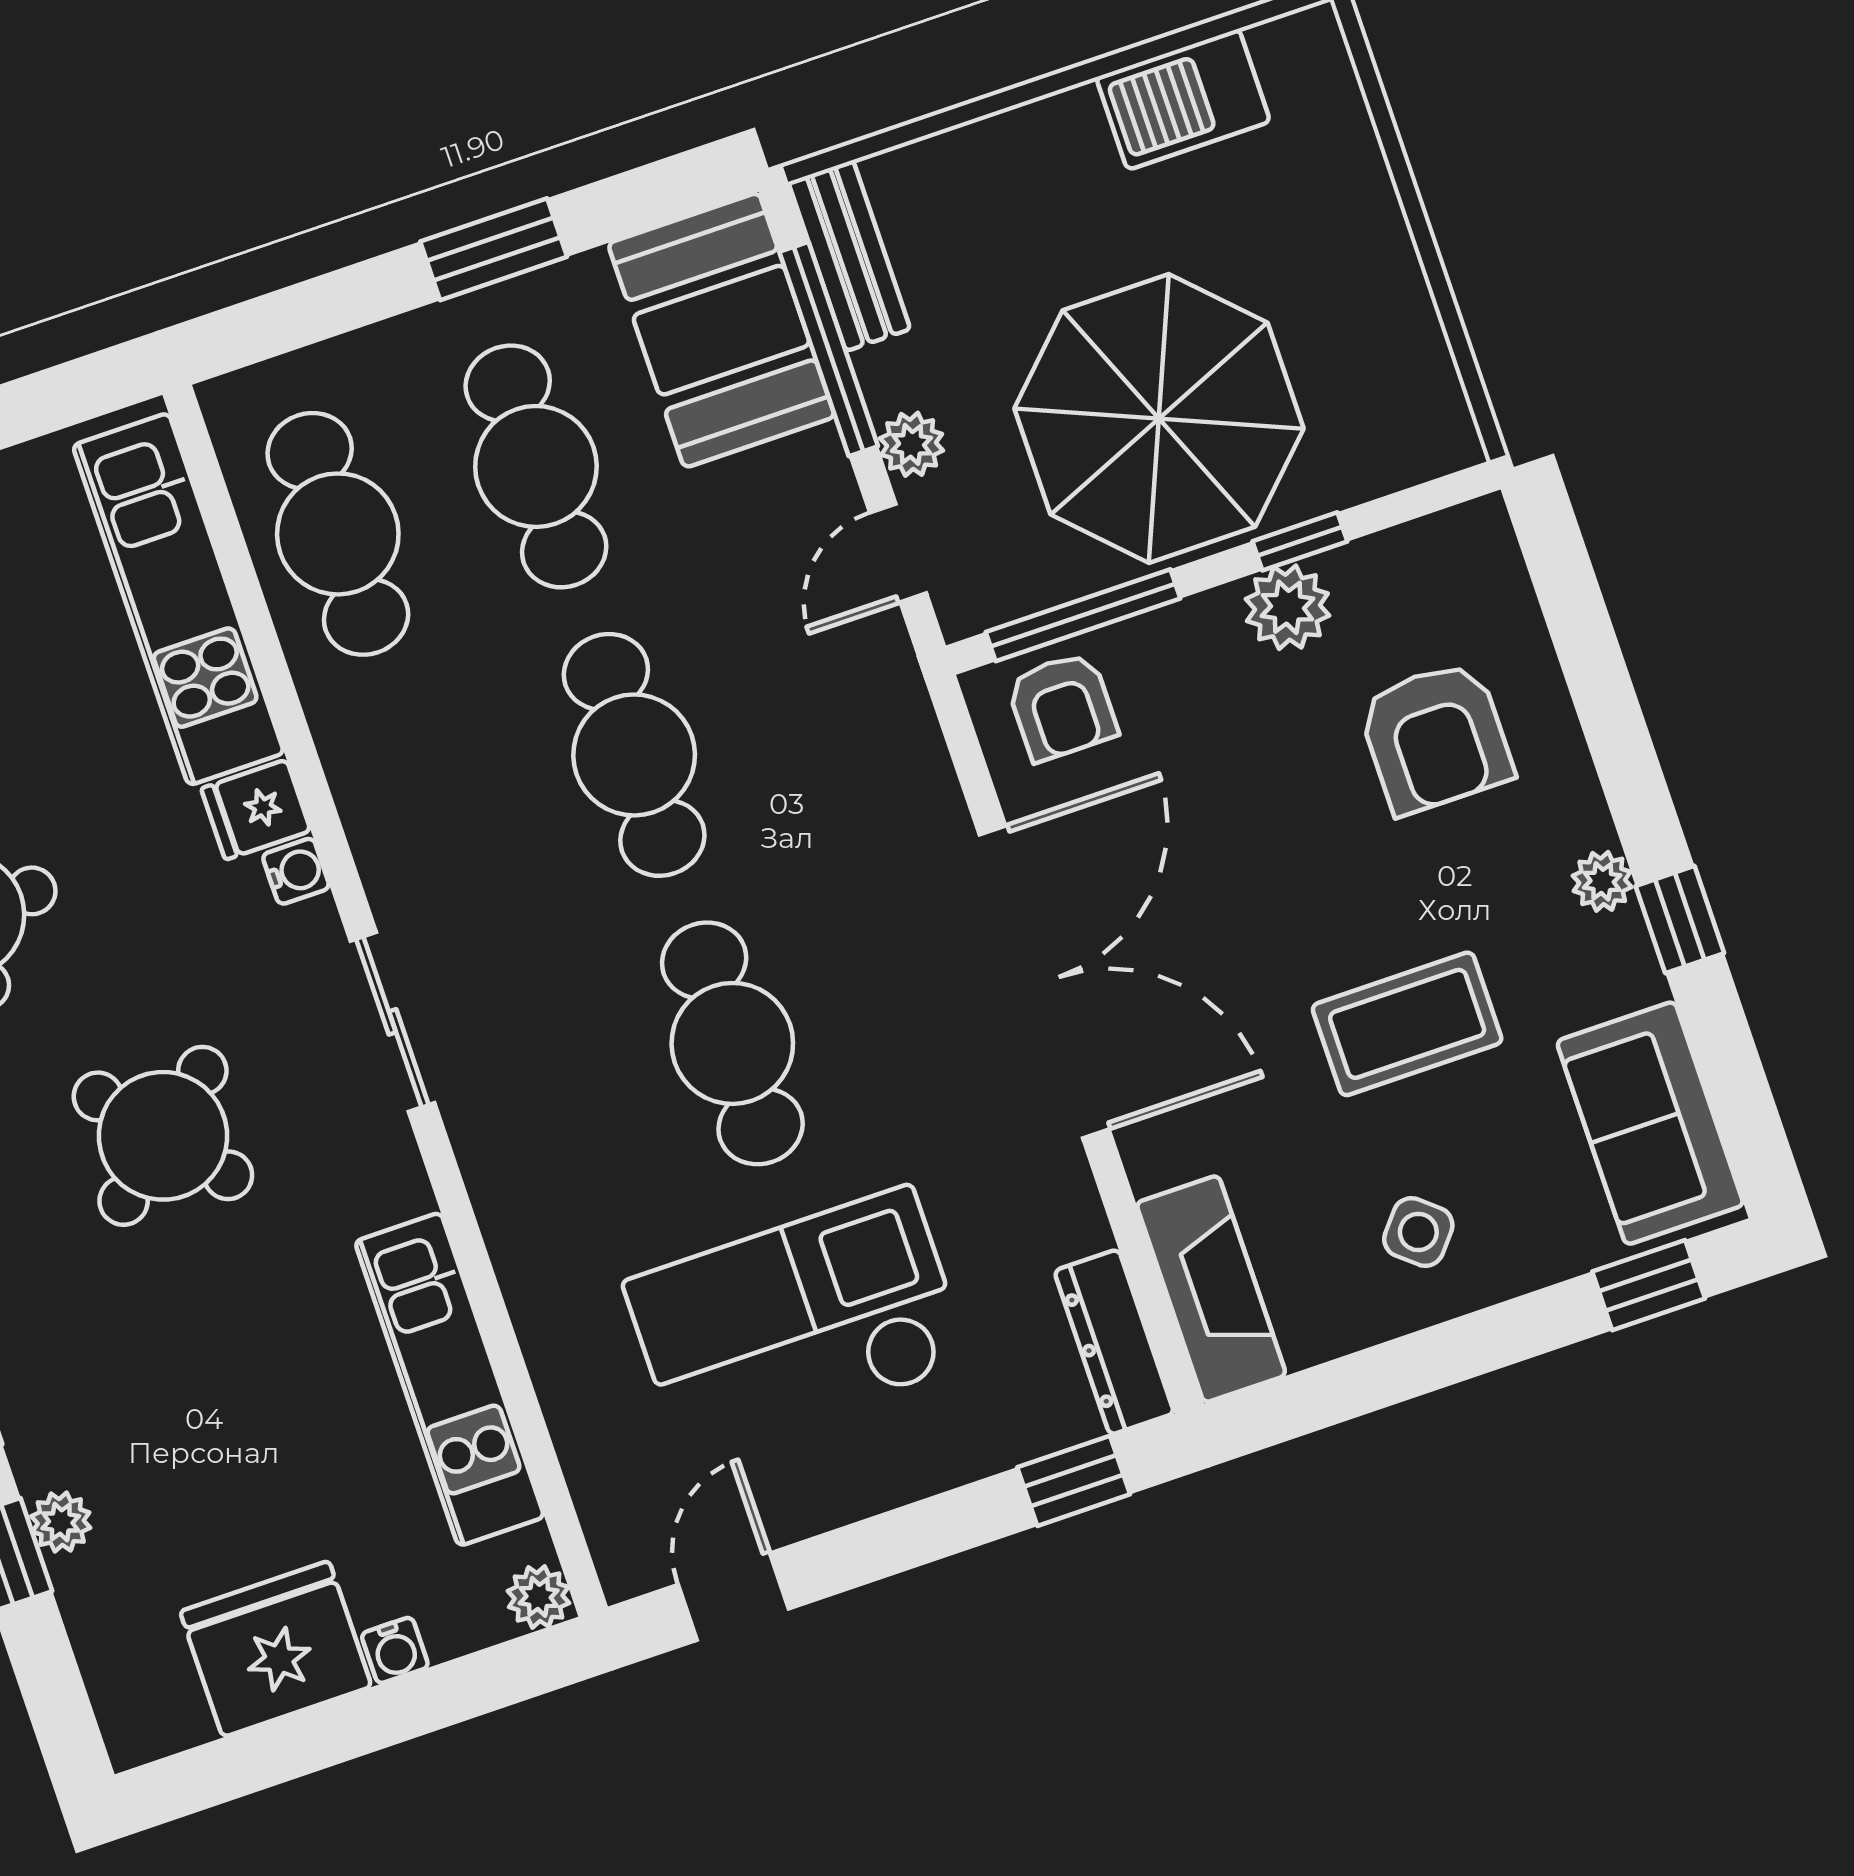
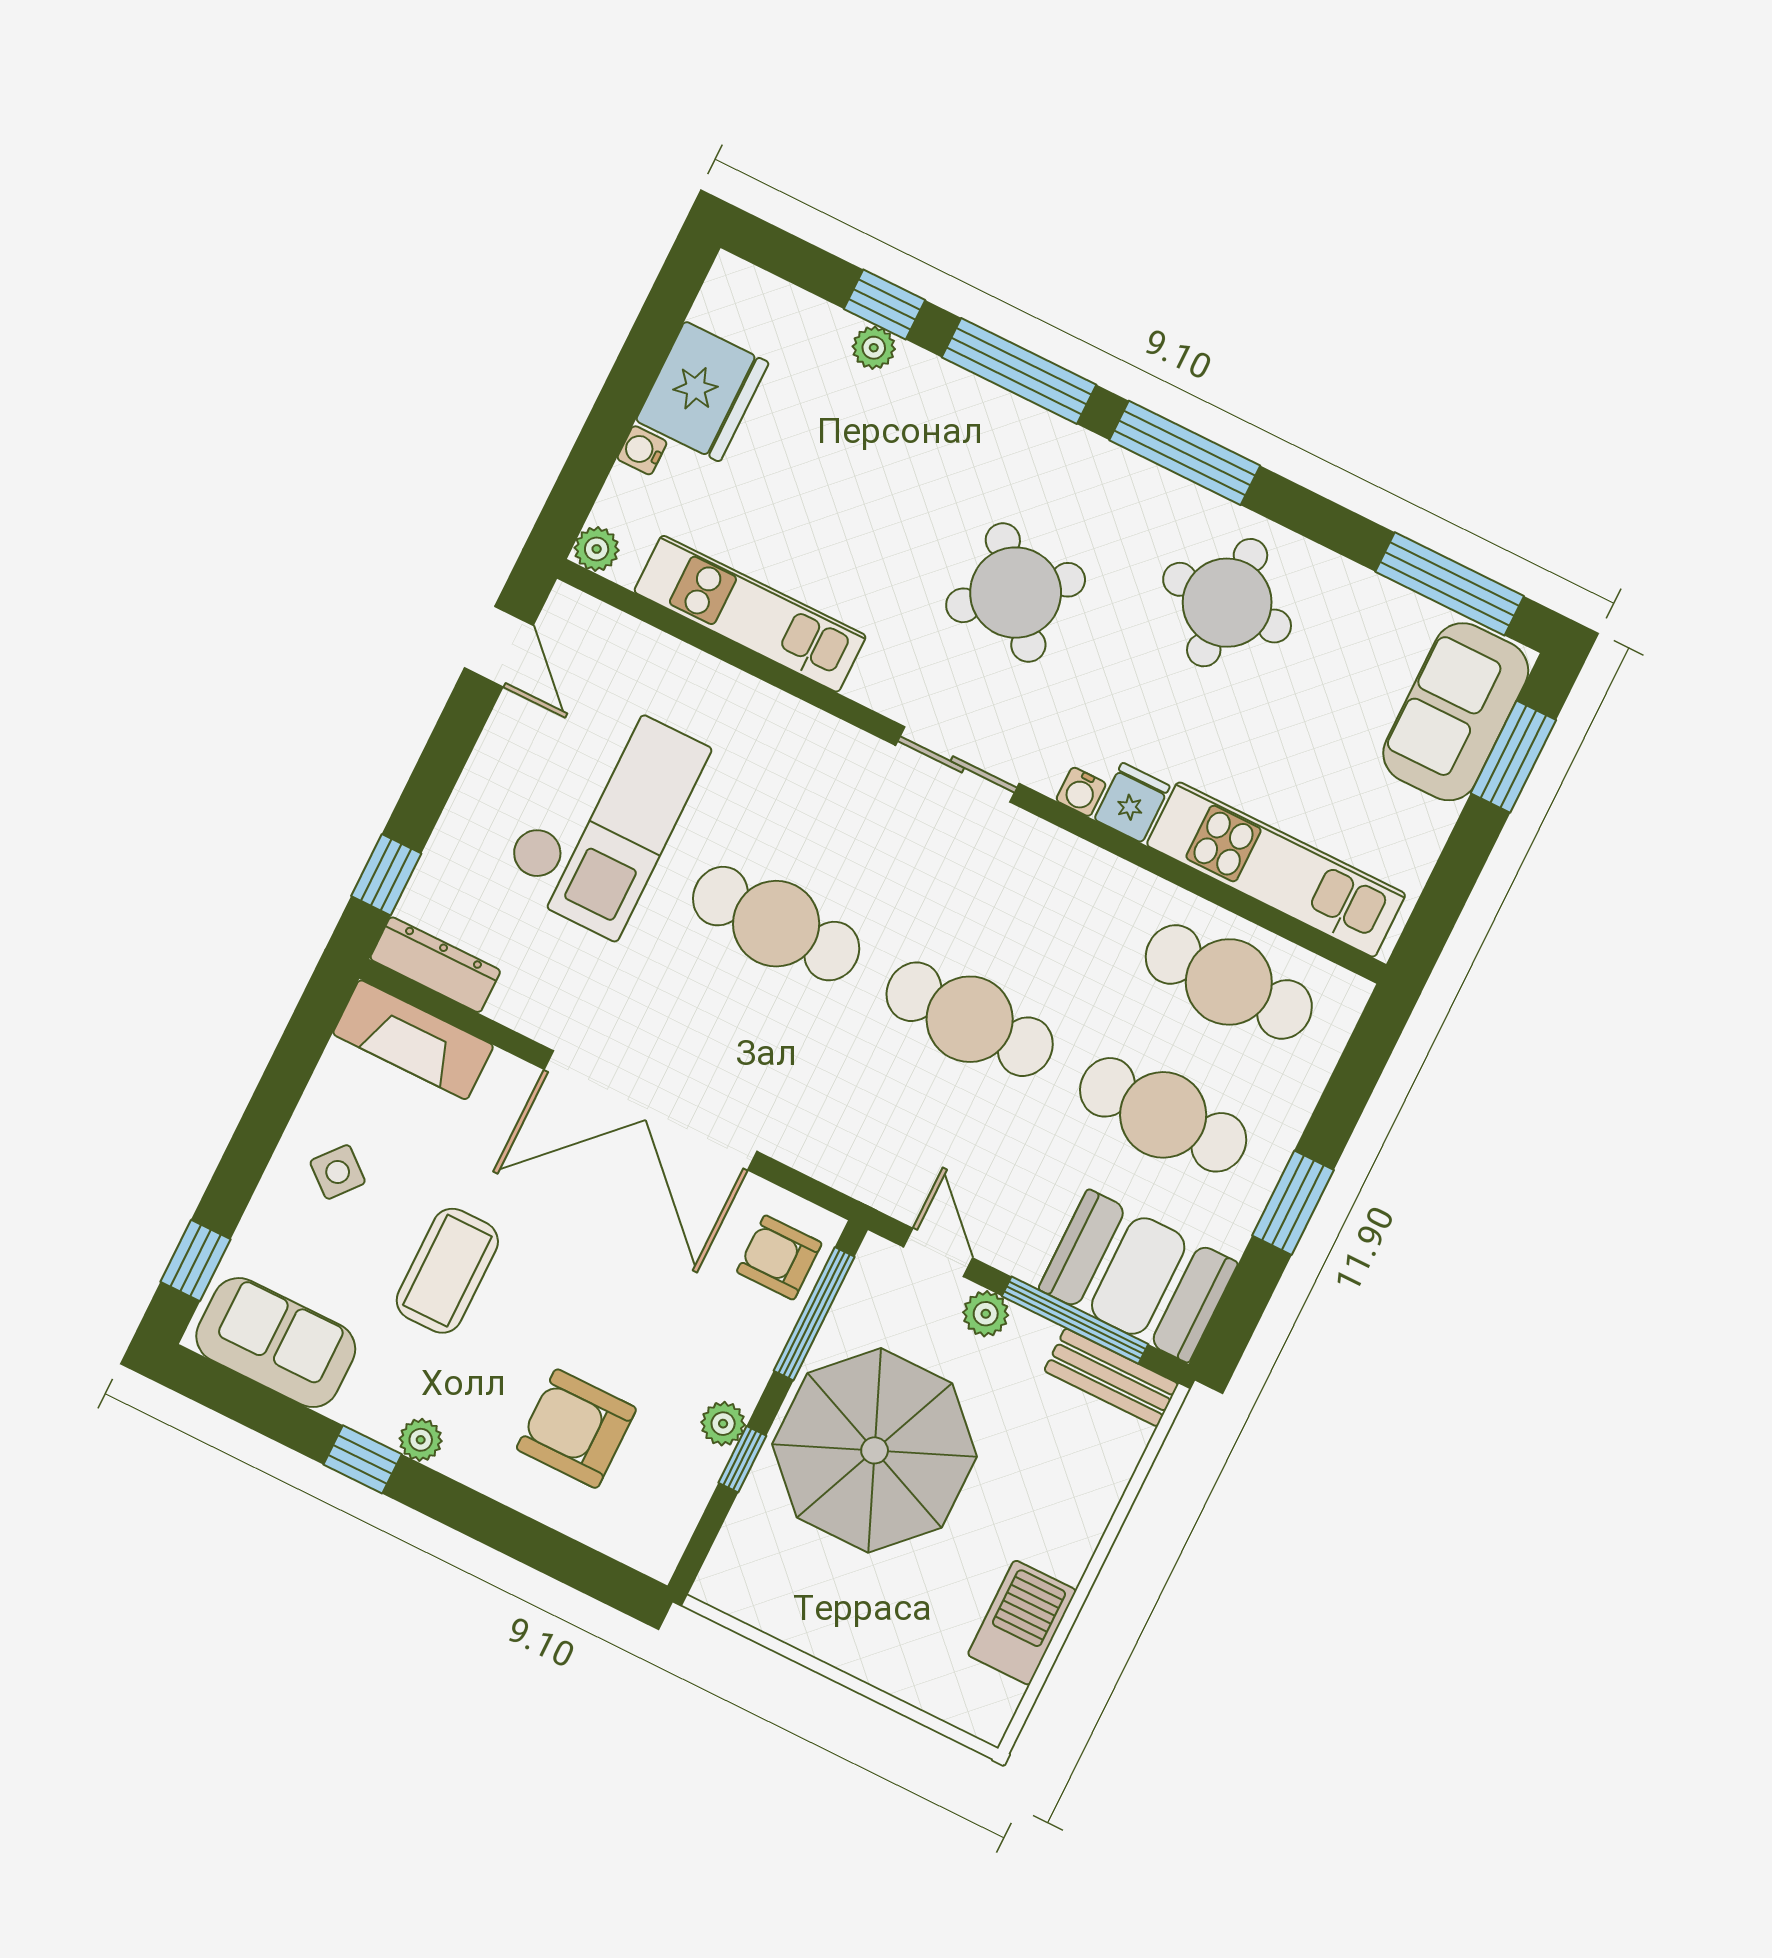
plant: (1287, 607) -> (723, 1424), width x0.73, depth x0.73

